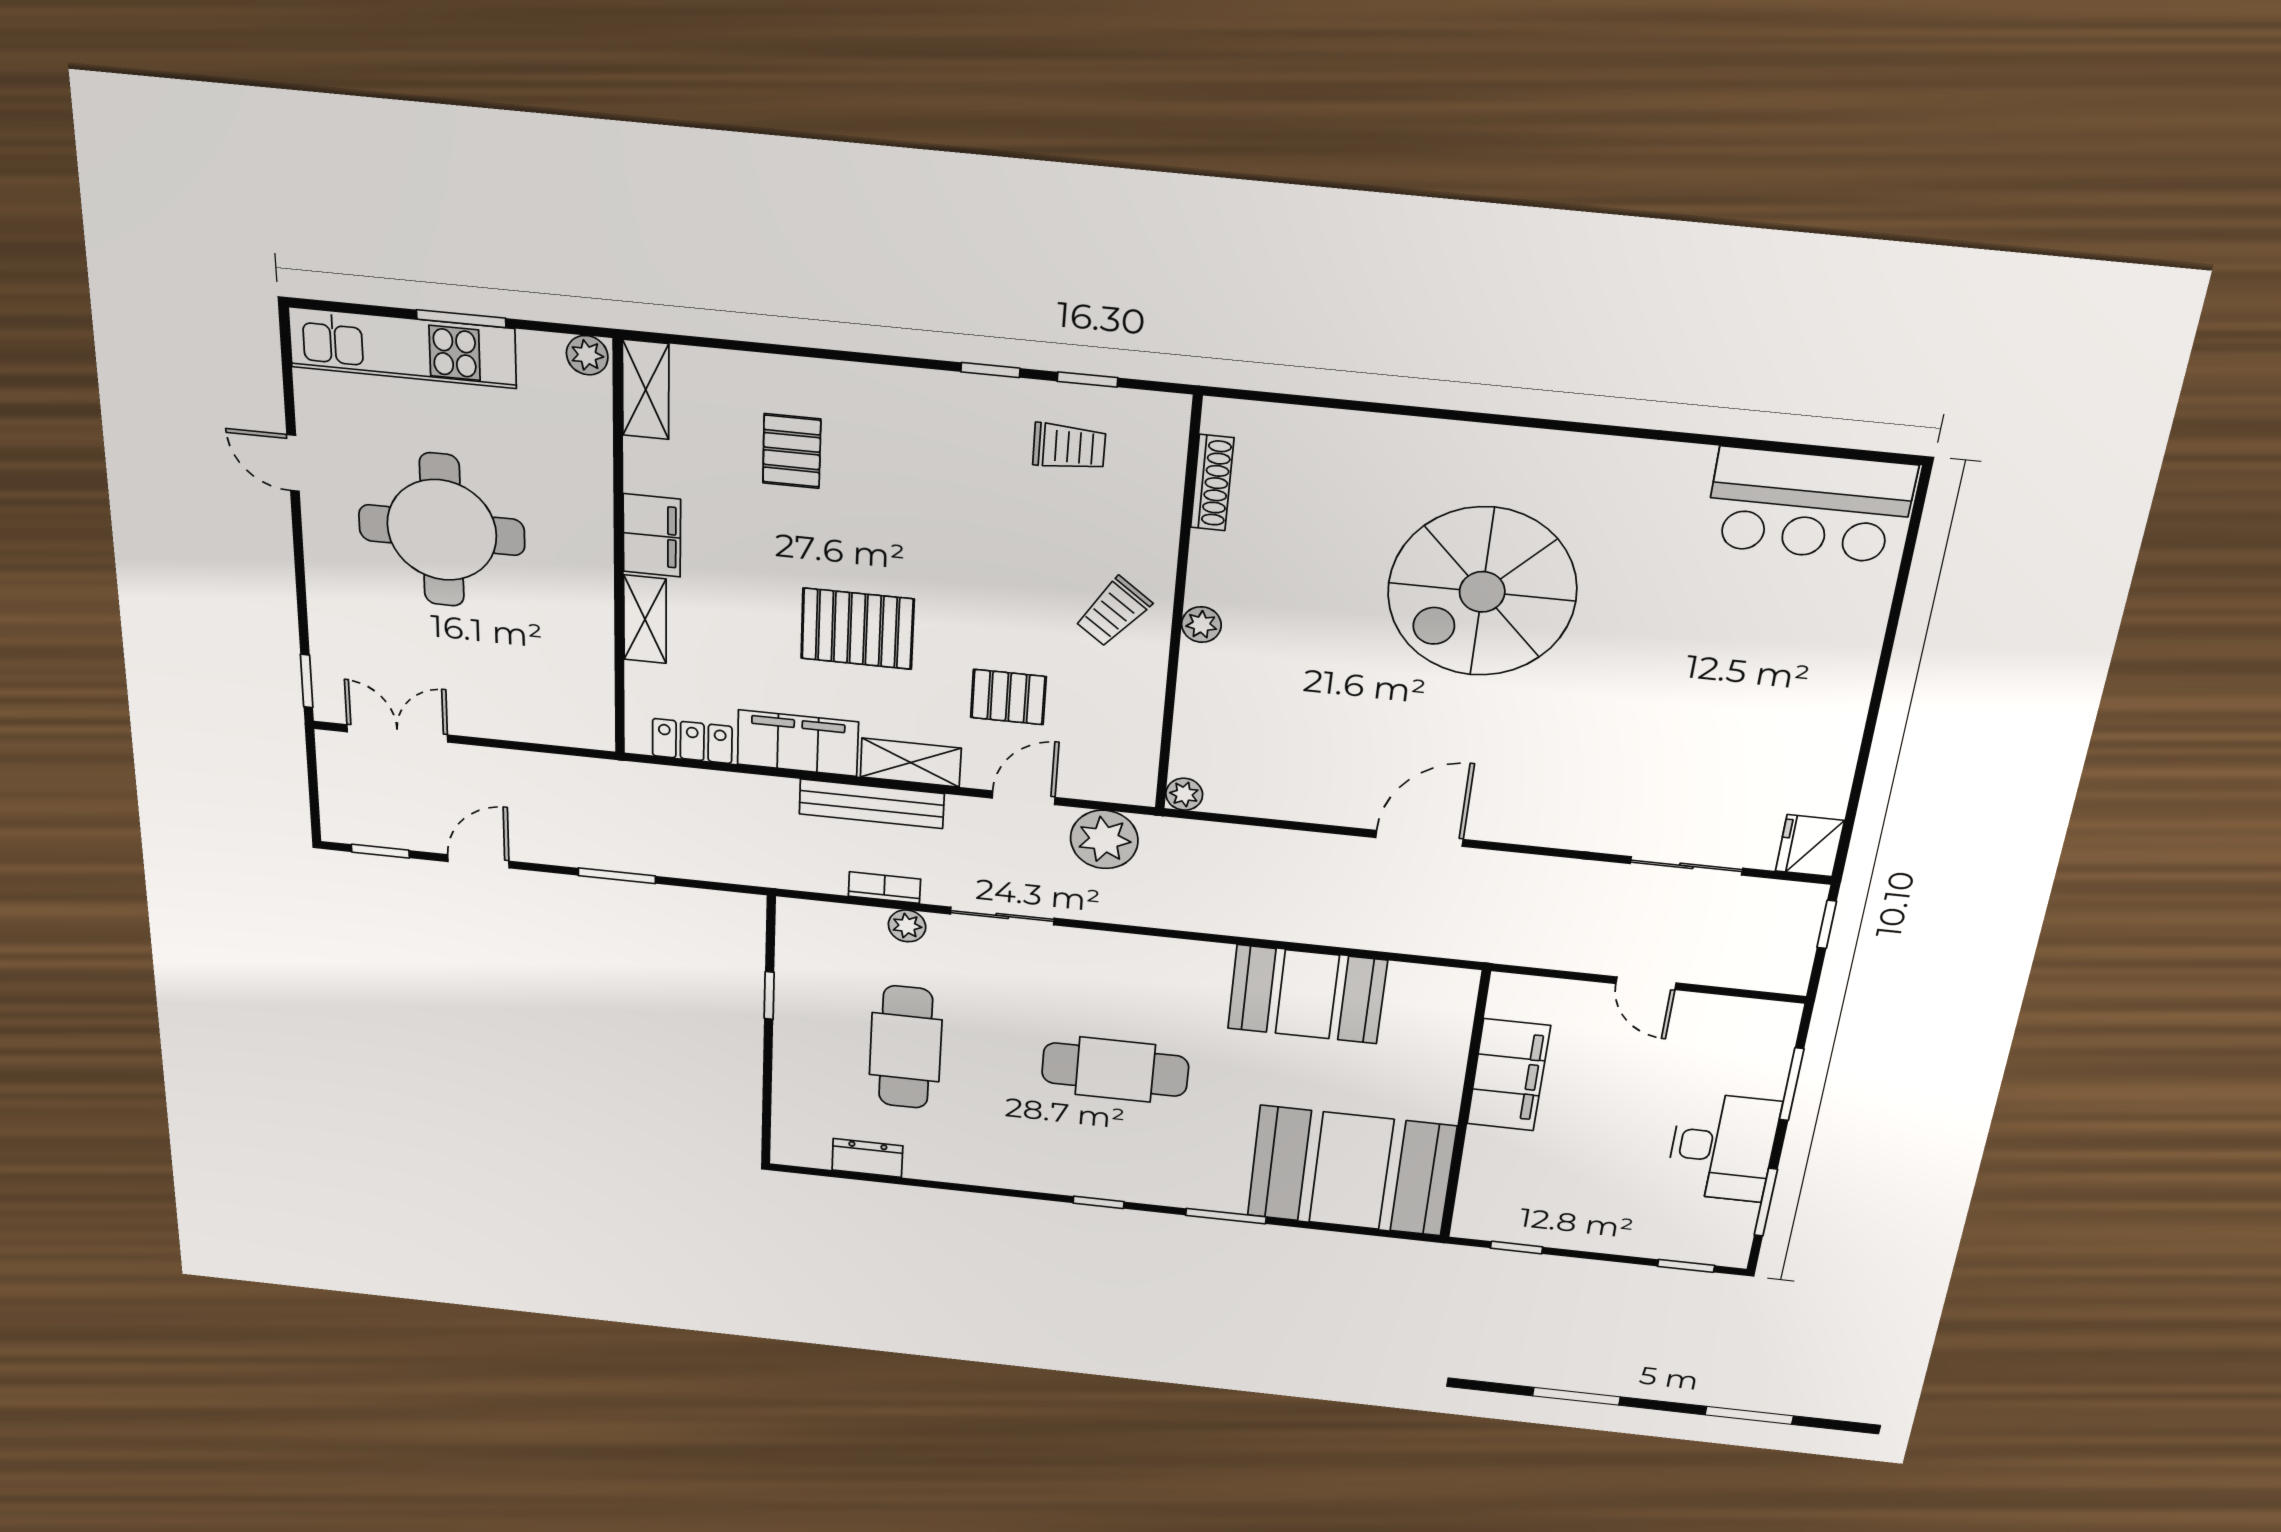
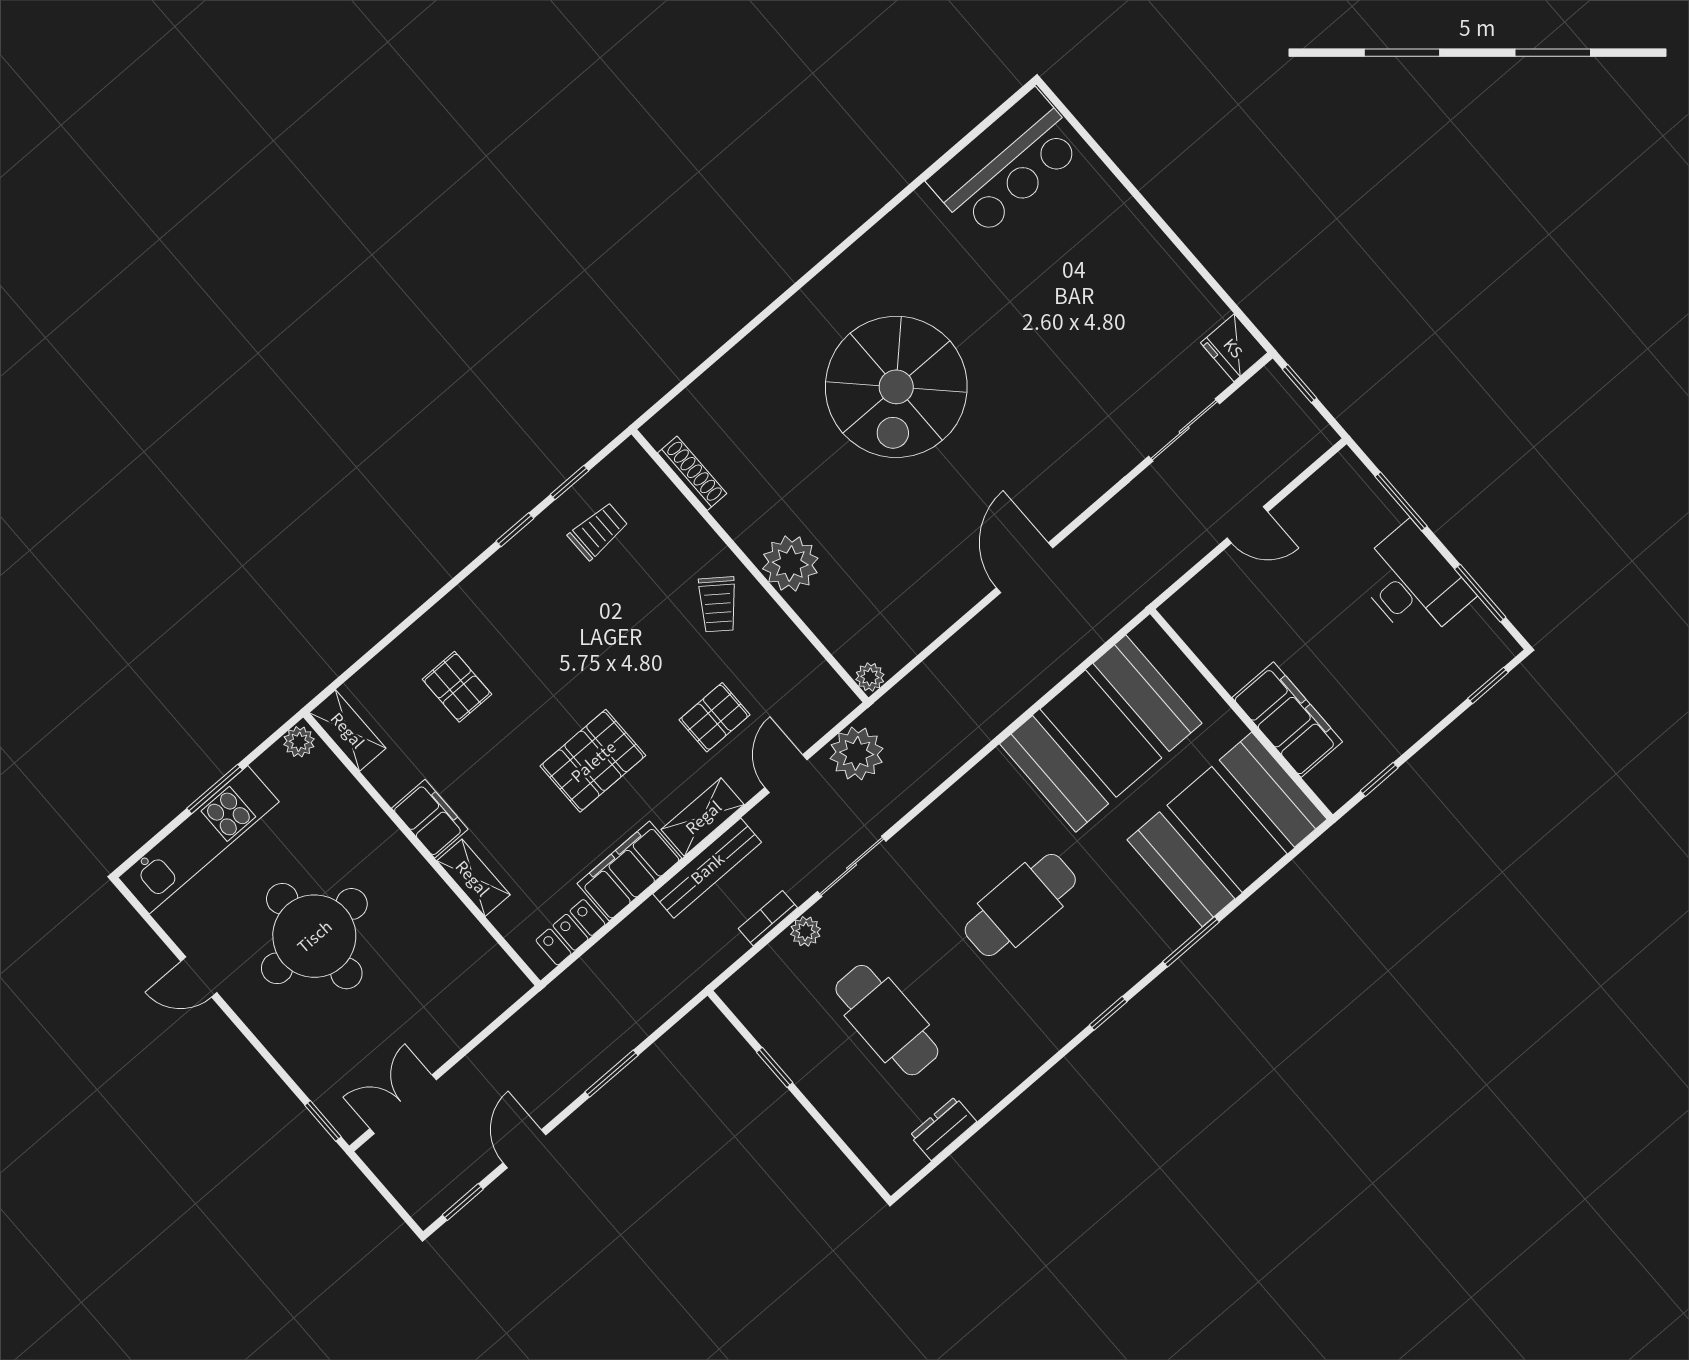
plant: (1201, 625) -> (790, 564), width x1.87, depth x1.87
booth: (1307, 994) -> (1101, 734), width x1.36, depth x1.42
filing cabinet: (1509, 1075) -> (1287, 720), moved

